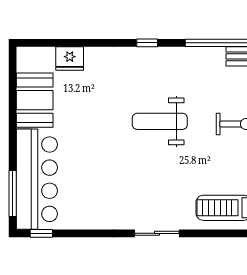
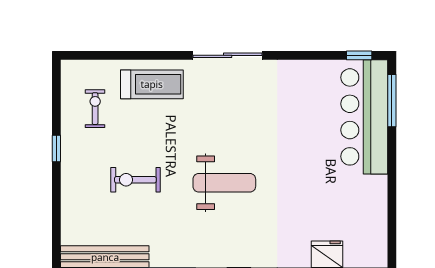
booth: (35, 100) -> (367, 207), removed
sliding door: (157, 233) -> (228, 55), width x1.37

